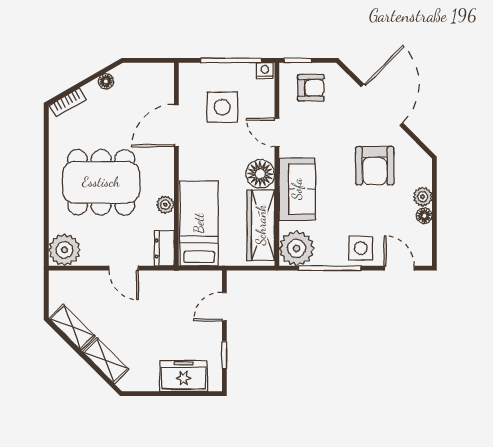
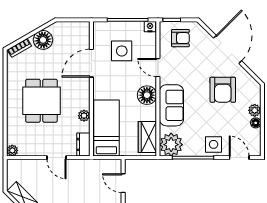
floor lamp: (106, 81) -> (43, 40), width x1.89, depth x1.89
dining table: (101, 182) -> (41, 101), width x0.73
wardrobe: (261, 225) -> (147, 137), width x0.67
plant: (65, 250) -> (12, 150), width x0.53, depth x0.53
door: (224, 307) -> (123, 183), hinge flipped

